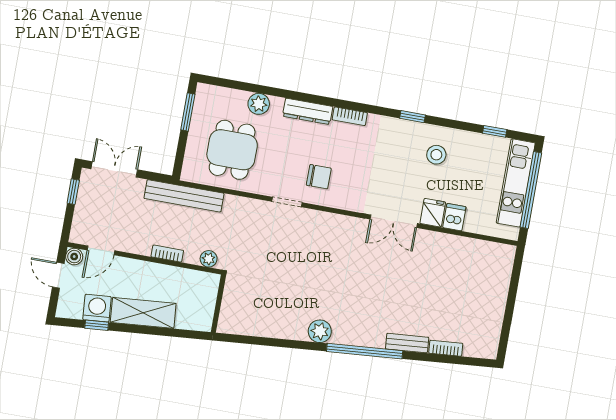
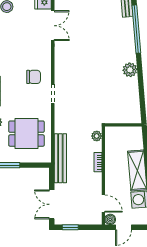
chair: (319, 177) -> (34, 77), turned 90
plant: (320, 331) -> (130, 70), moved

